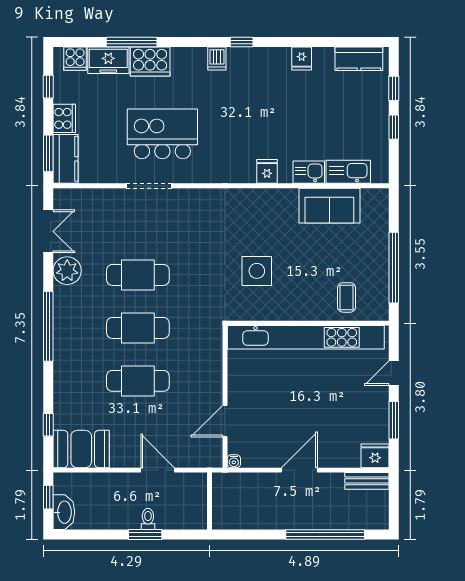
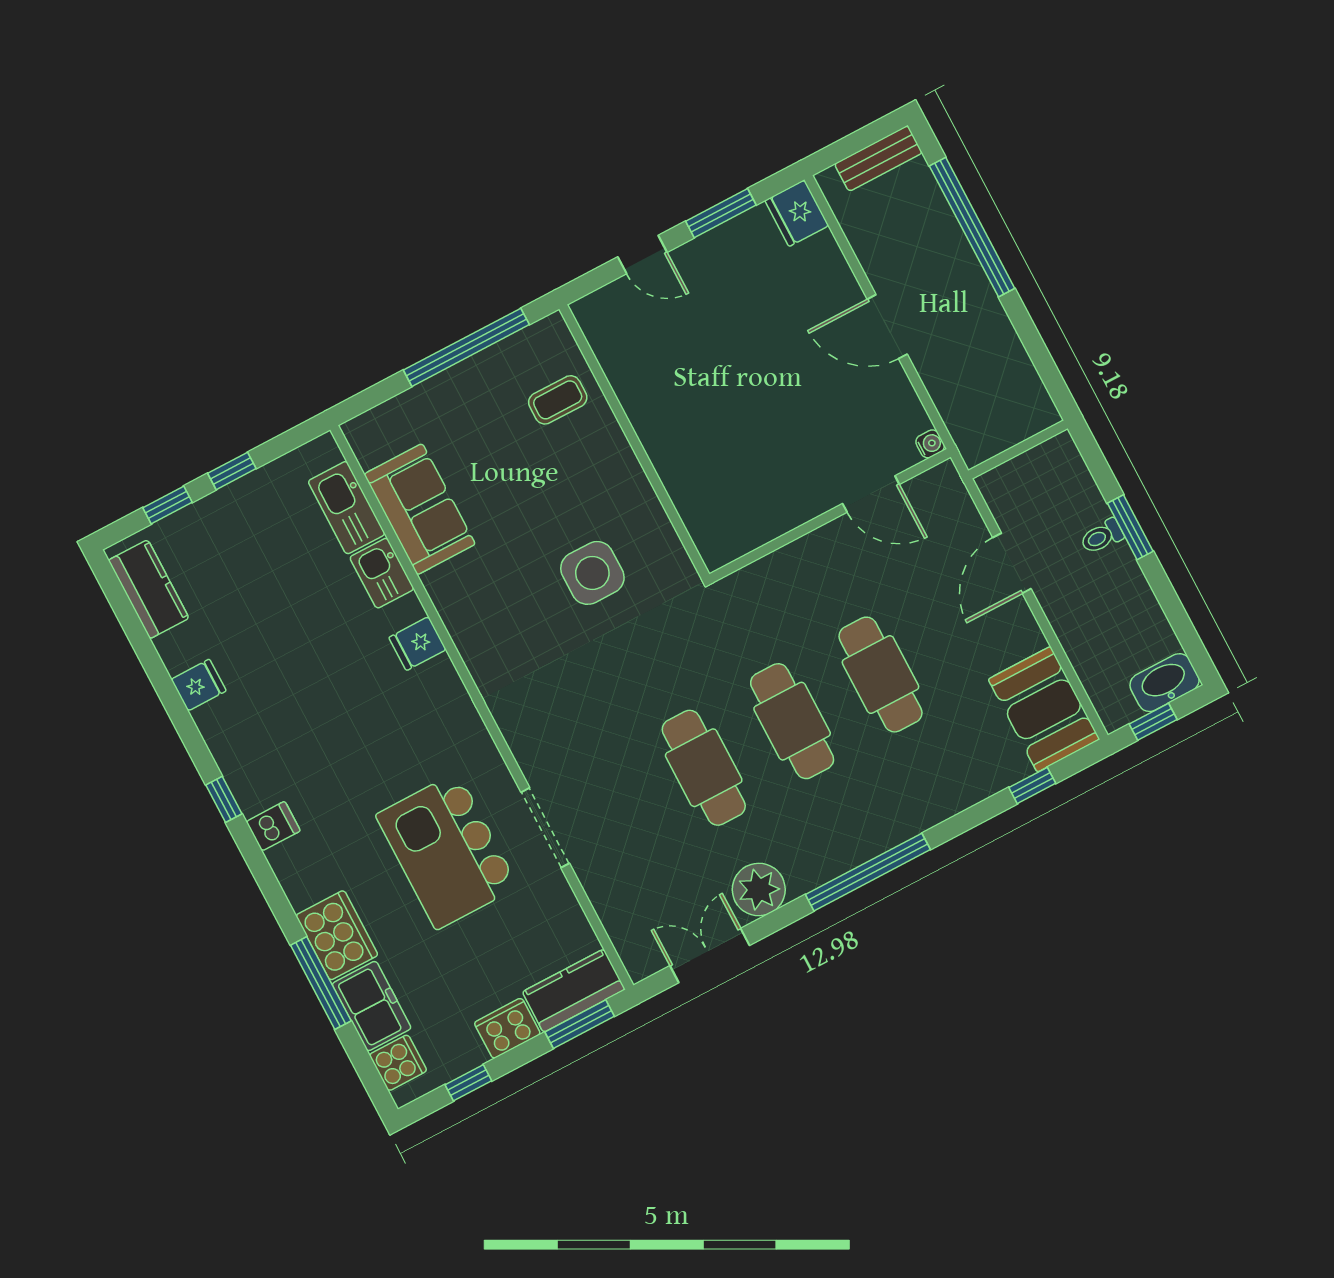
kitchen unit: (306, 337) -> (660, 433), removed
bench: (367, 481) -> (878, 158), moved, turned 90

